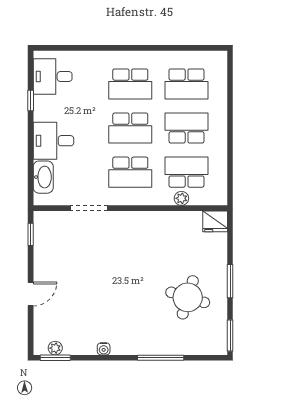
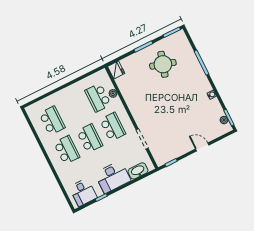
school desk: (187, 128) -> (75, 109), removed
desk: (53, 141) -> (113, 177), width x1.37

